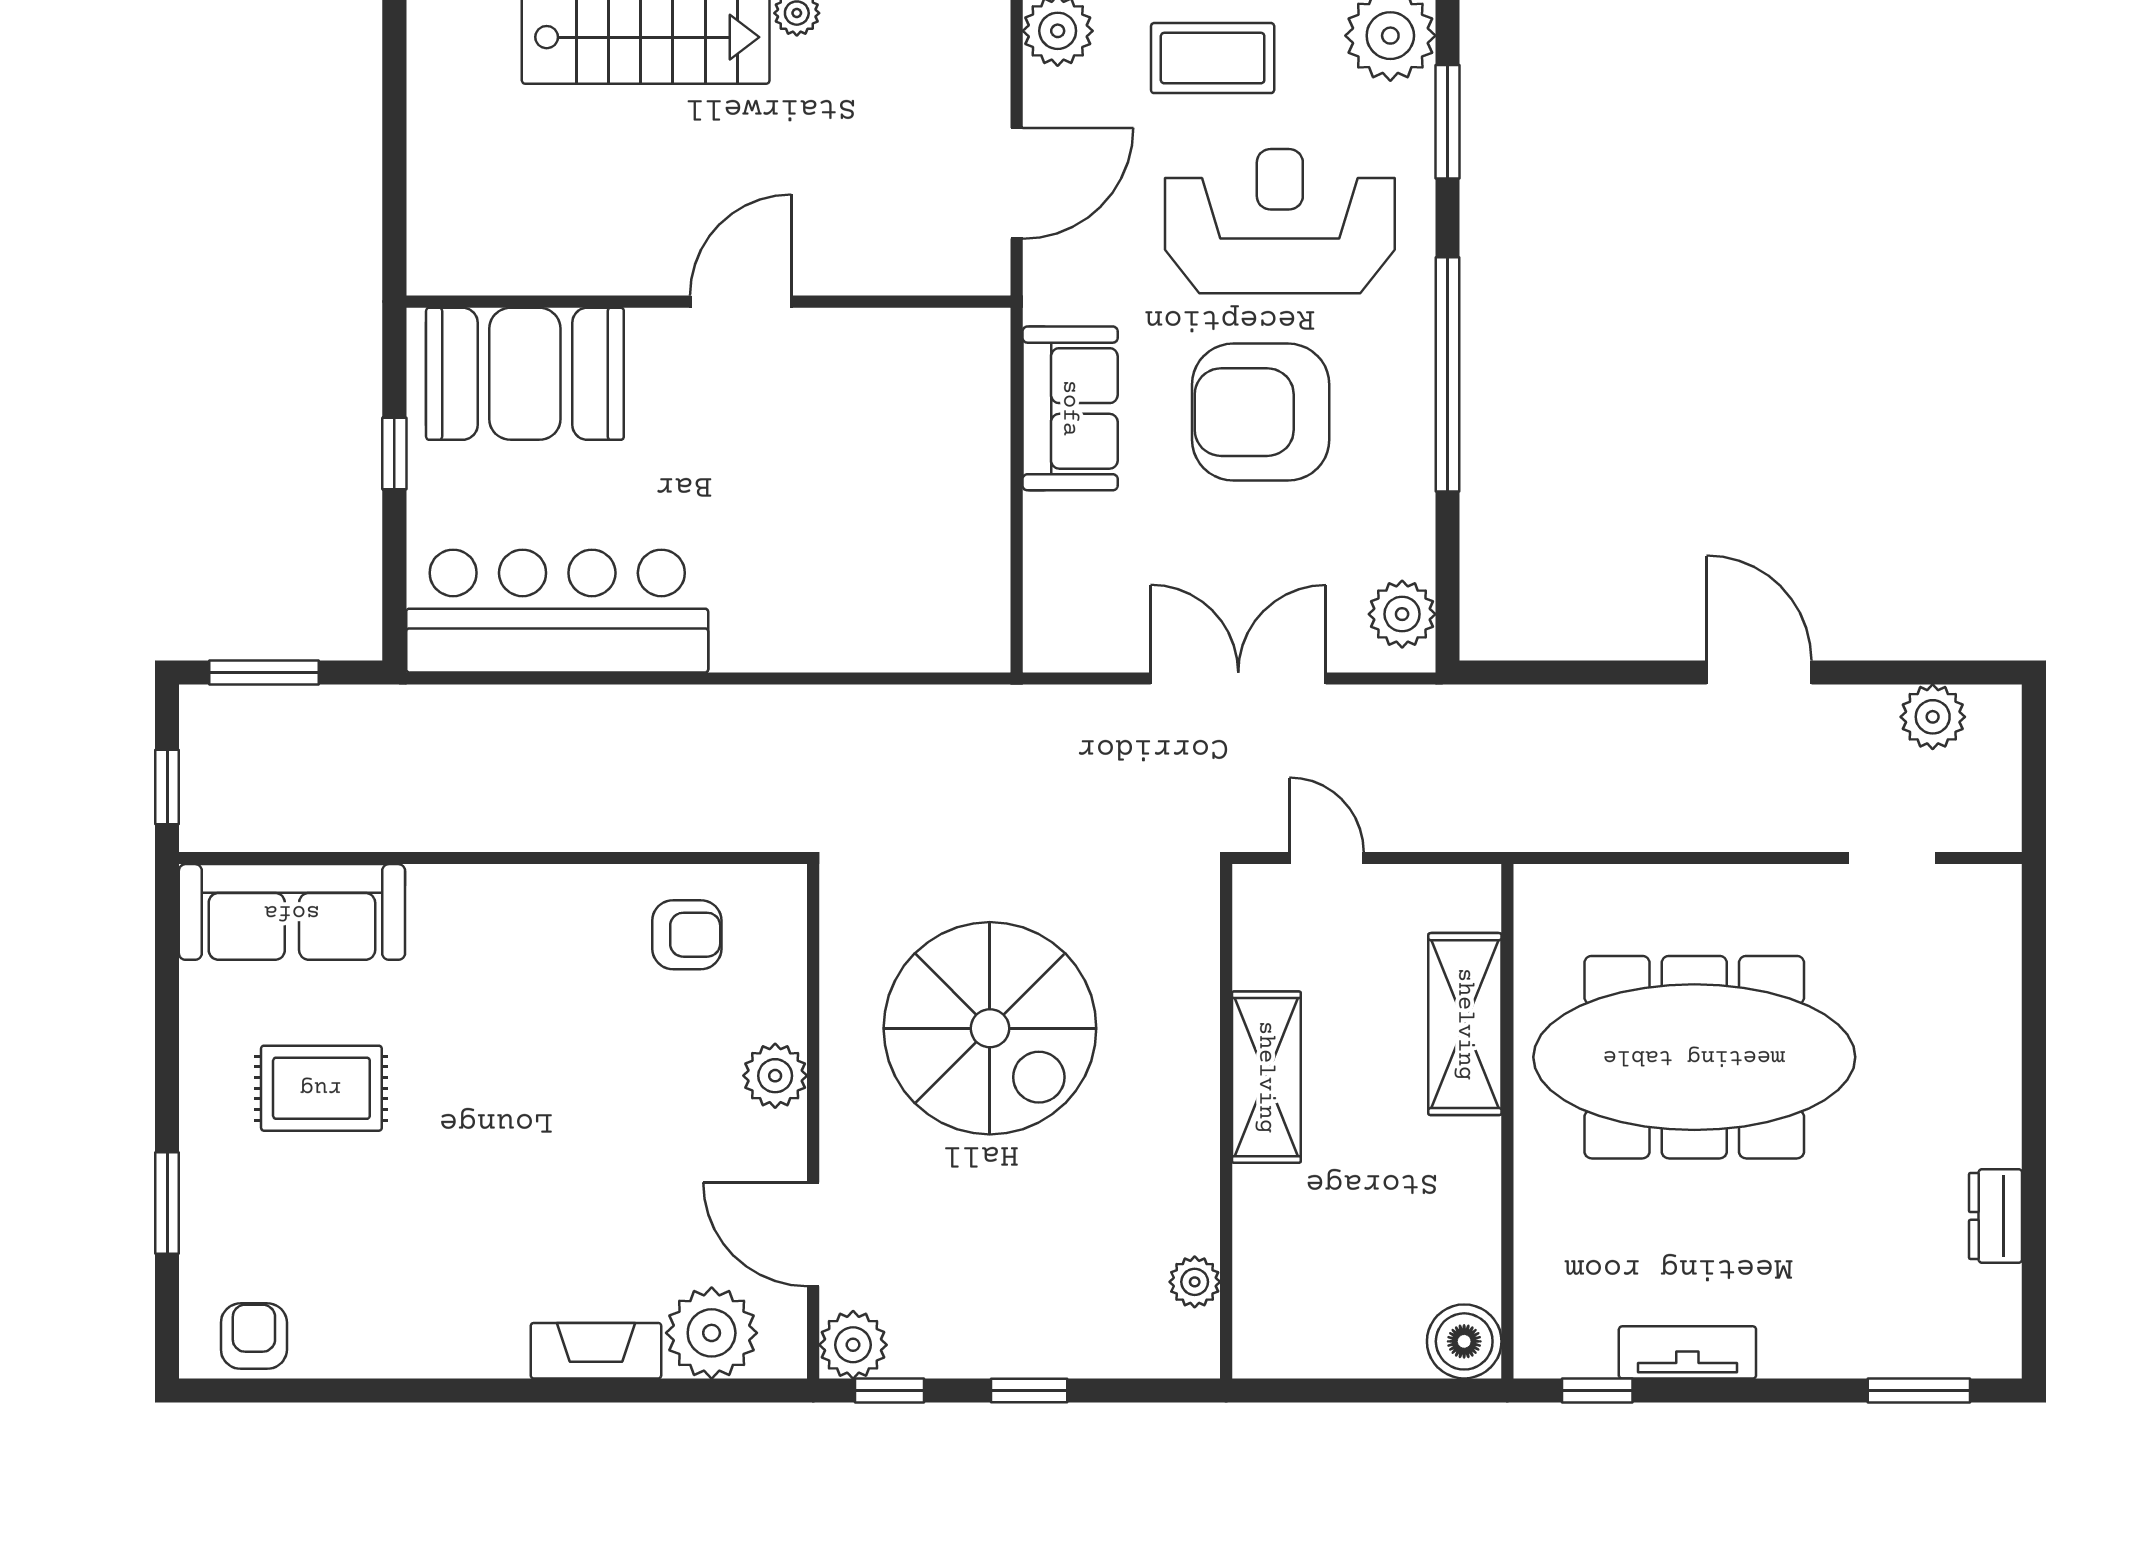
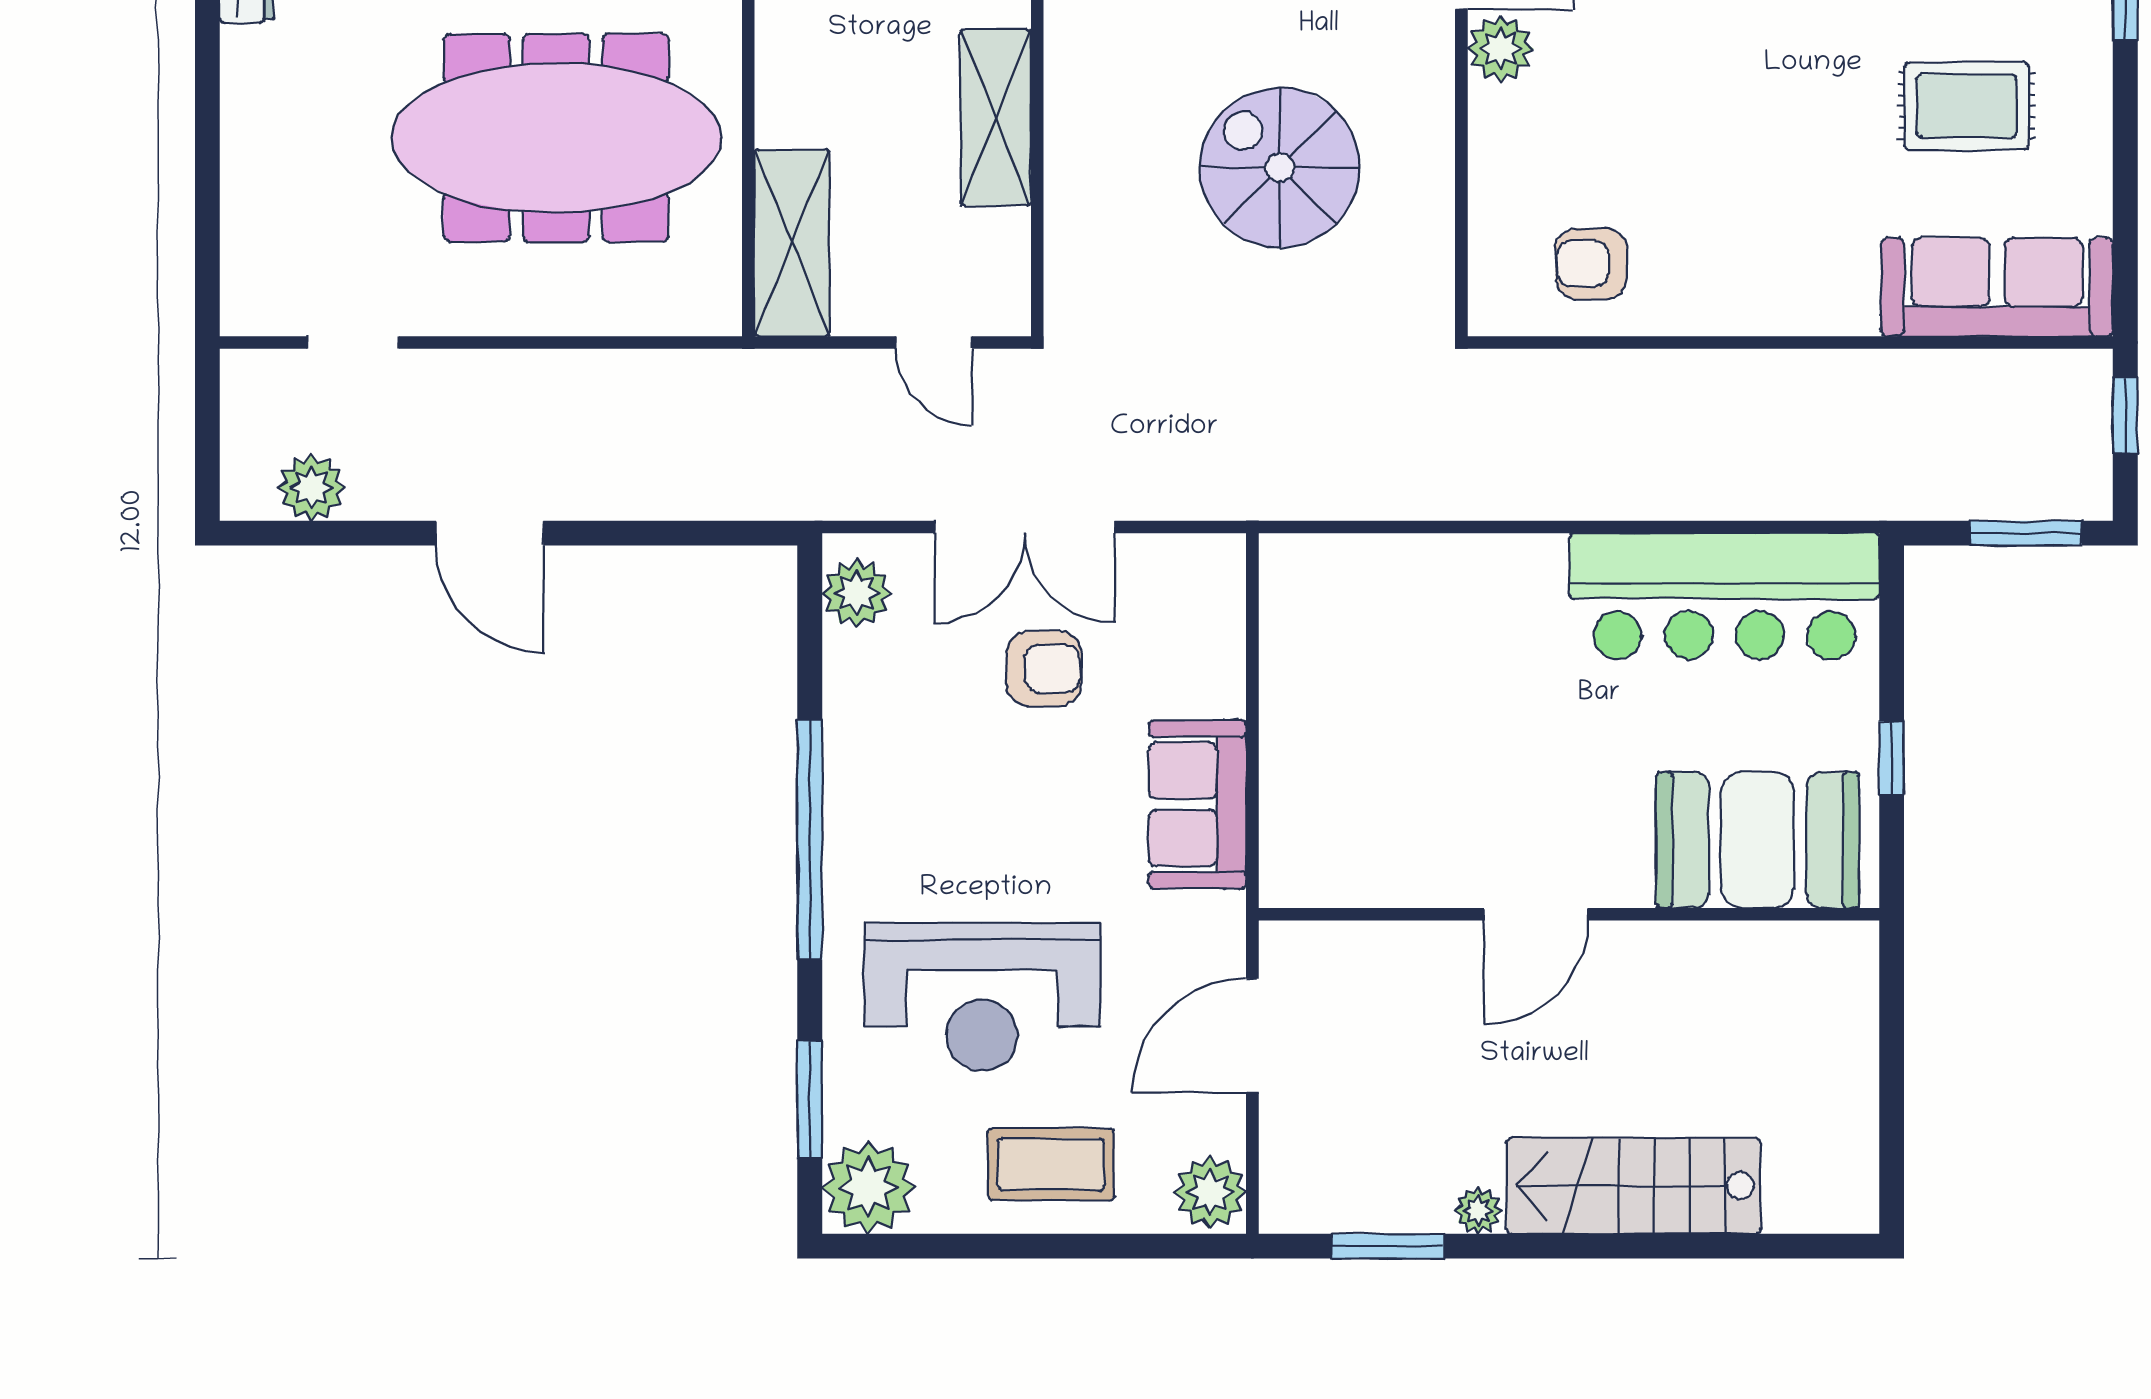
armchair: (1261, 412) -> (1044, 669), moved, width x0.53, depth x0.53
shelving: (1465, 1024) -> (792, 243), moved
spiral stairs: (990, 1028) -> (1280, 168), width x0.73, depth x0.73
plant: (775, 1076) -> (1501, 49), moved

